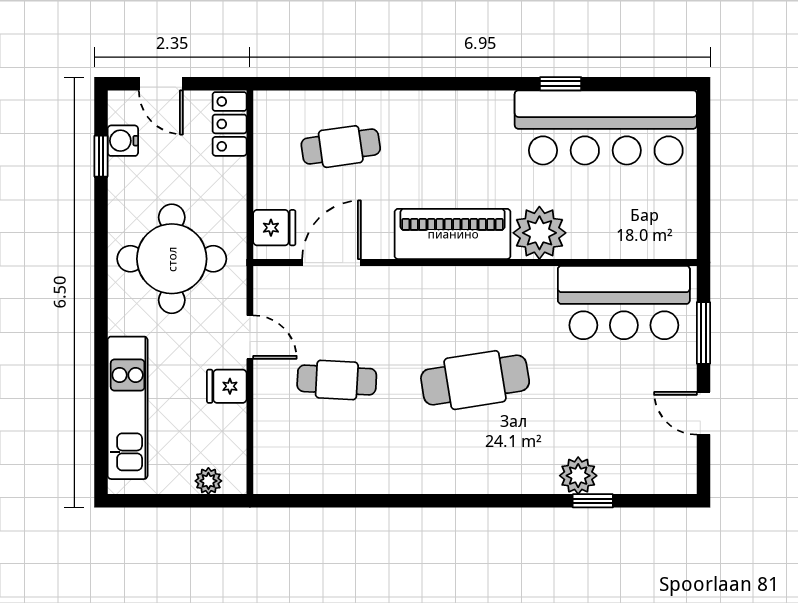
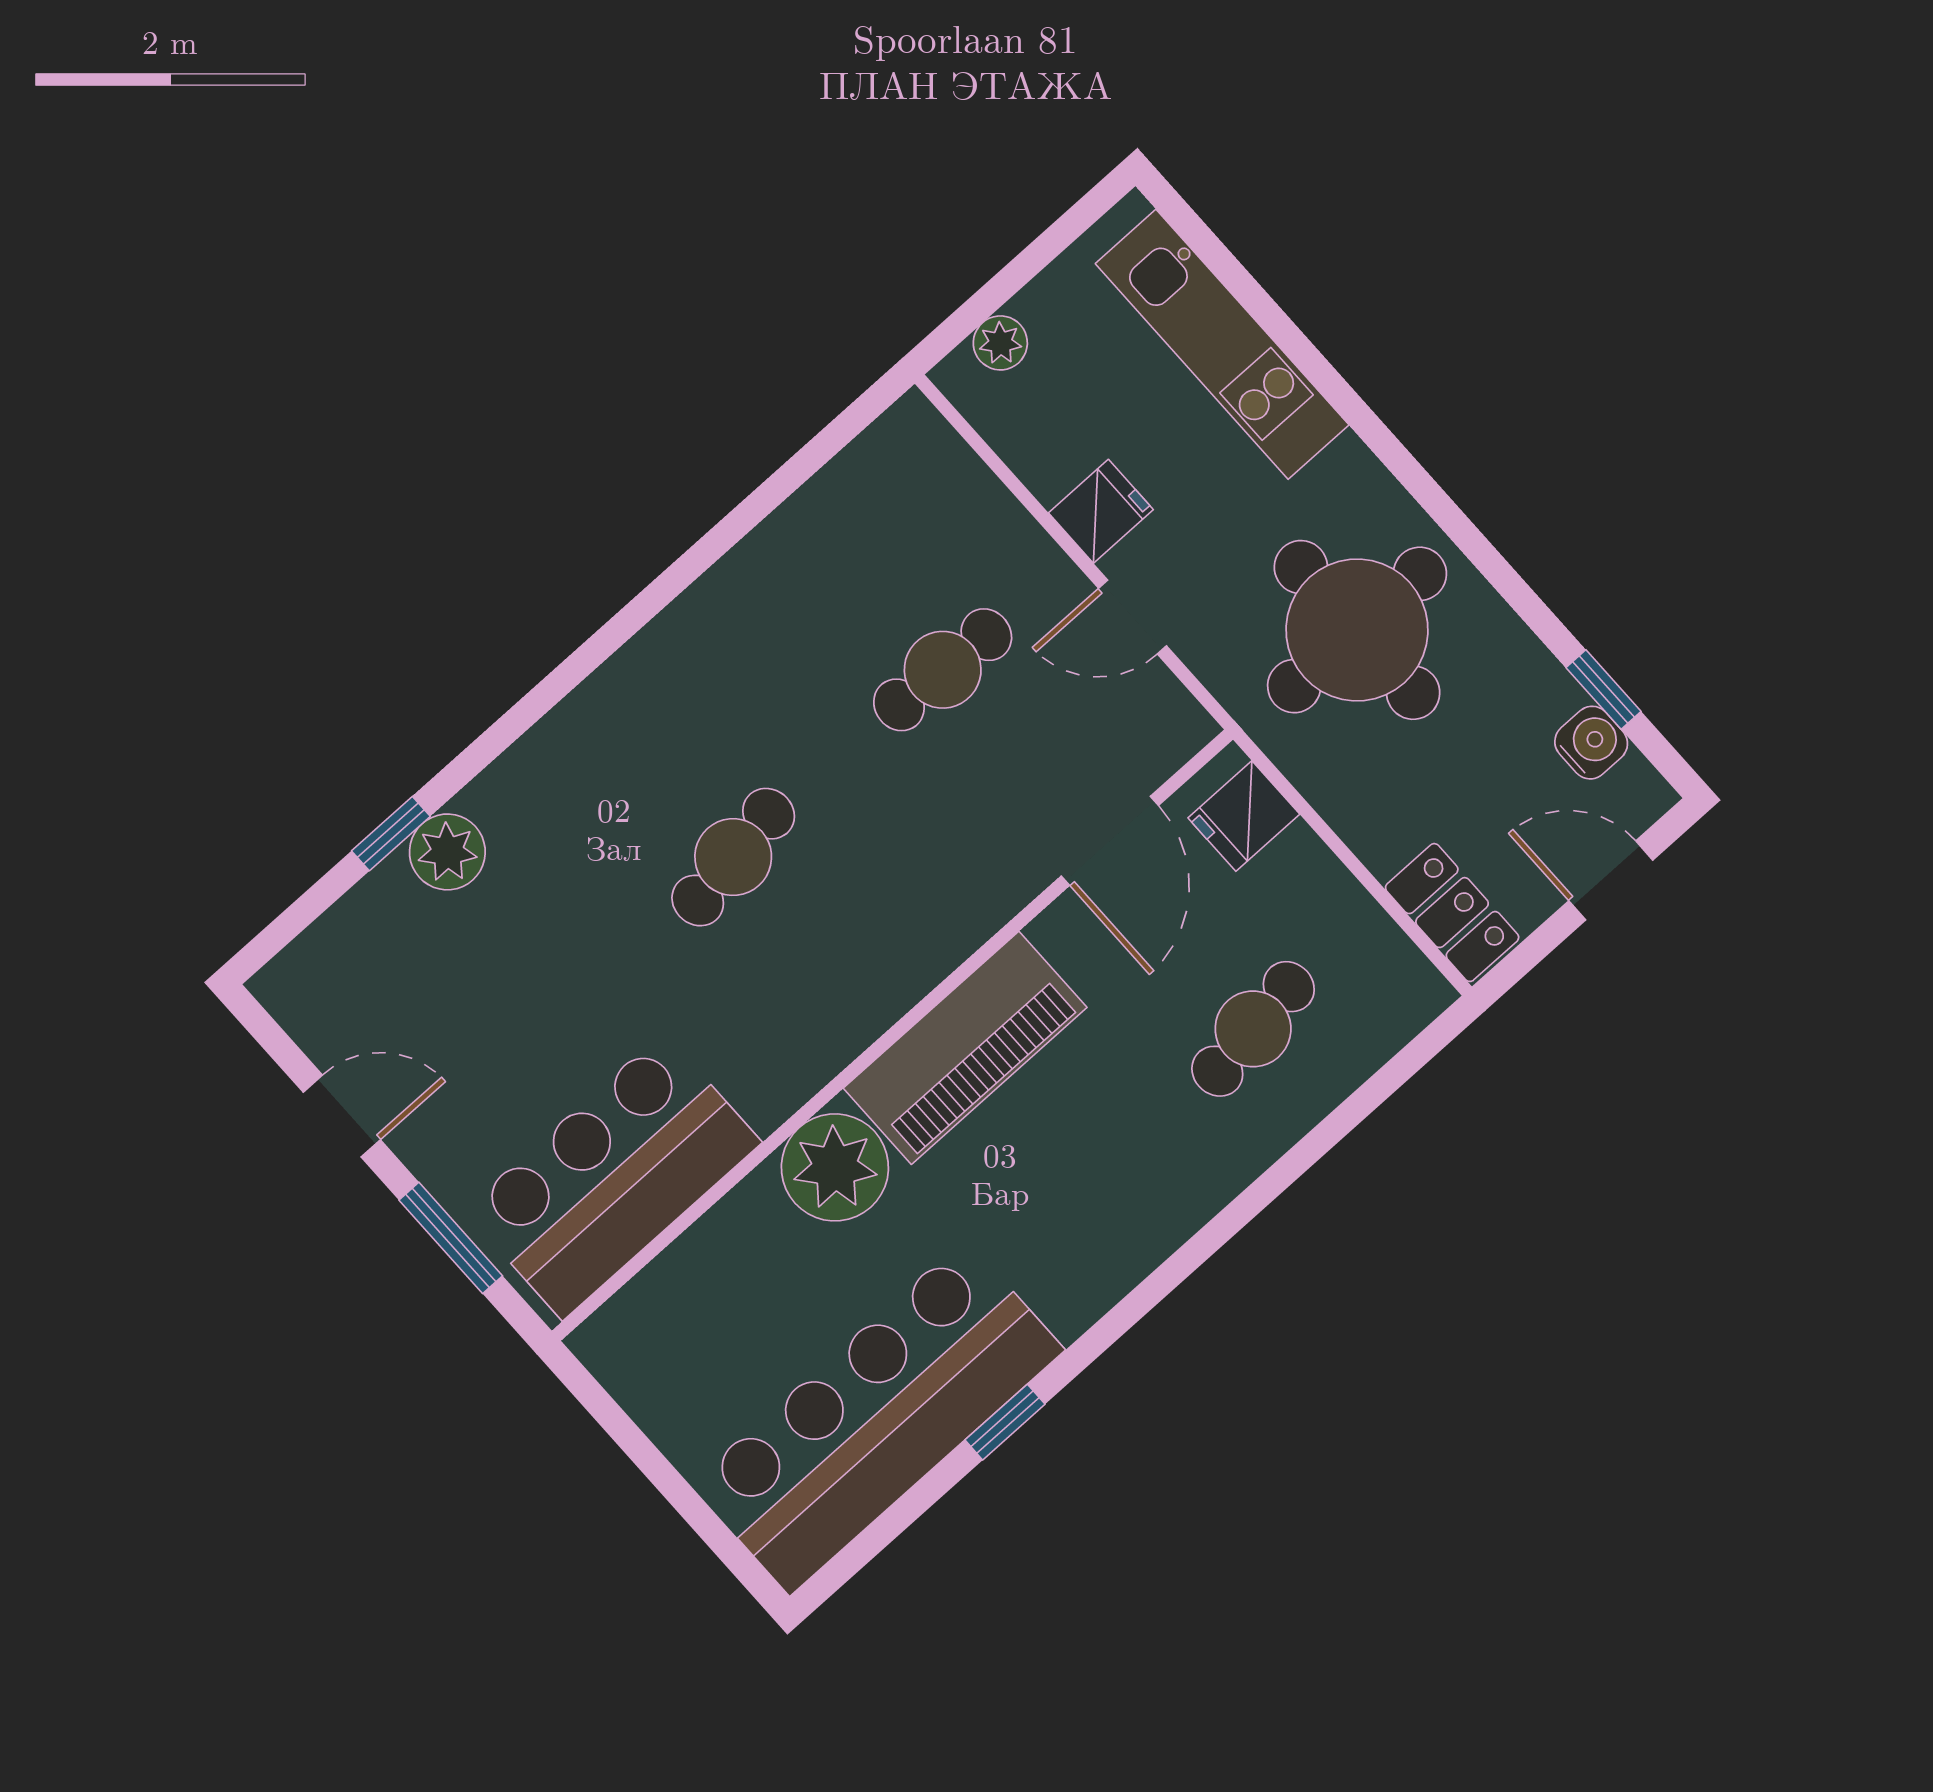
cafe table: (475, 380) -> (733, 857), width x0.73, depth x0.74

